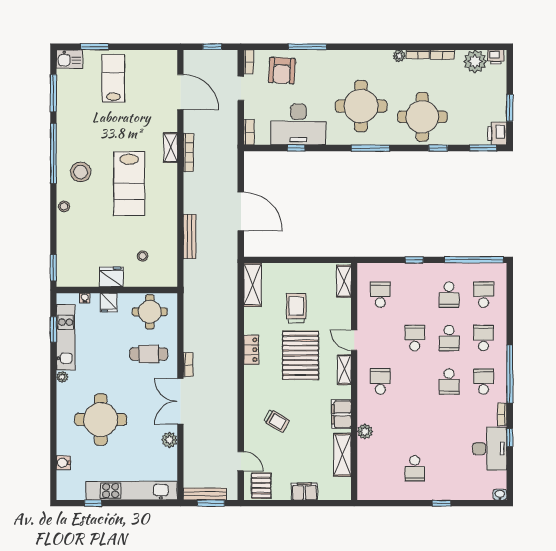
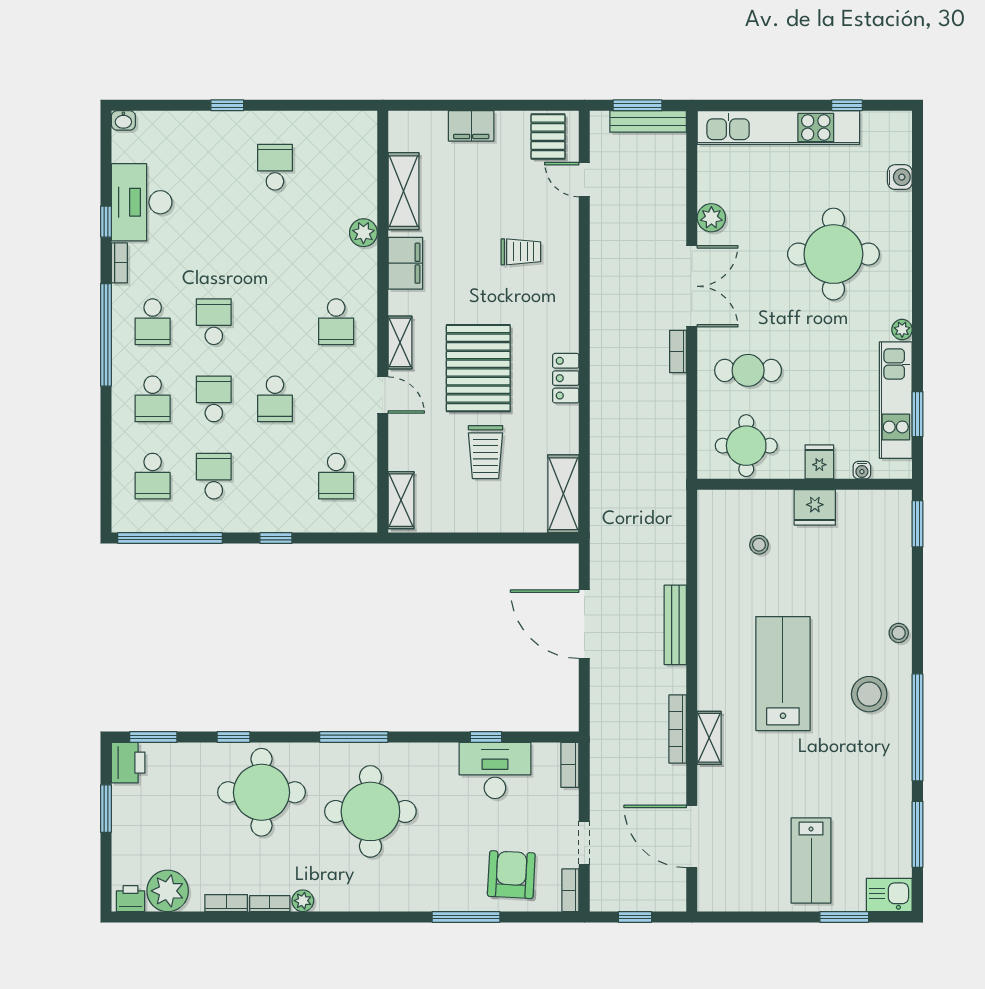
desk: (298, 124) -> (495, 770), width x0.73, depth x0.77
bench: (190, 237) -> (675, 625), moved
trolley: (276, 421) -> (521, 252), turned 150

